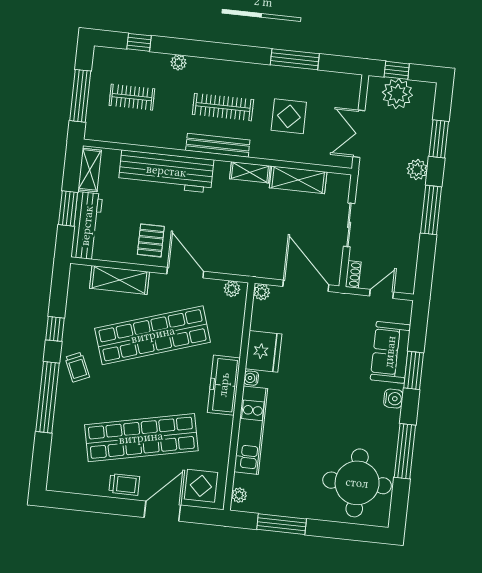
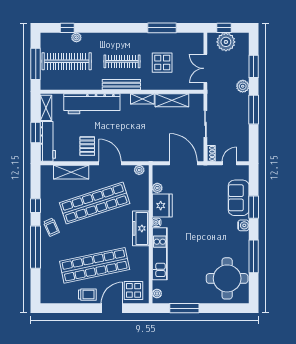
plant: (179, 63) -> (76, 37), moved
clothes rail: (132, 97) -> (67, 61), width x1.86, depth x1.31
plant: (262, 292) -> (157, 188), moved

